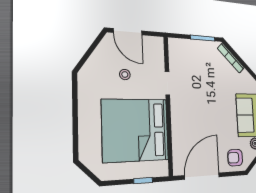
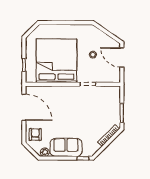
door: (128, 32) -> (122, 57), hinge flipped

